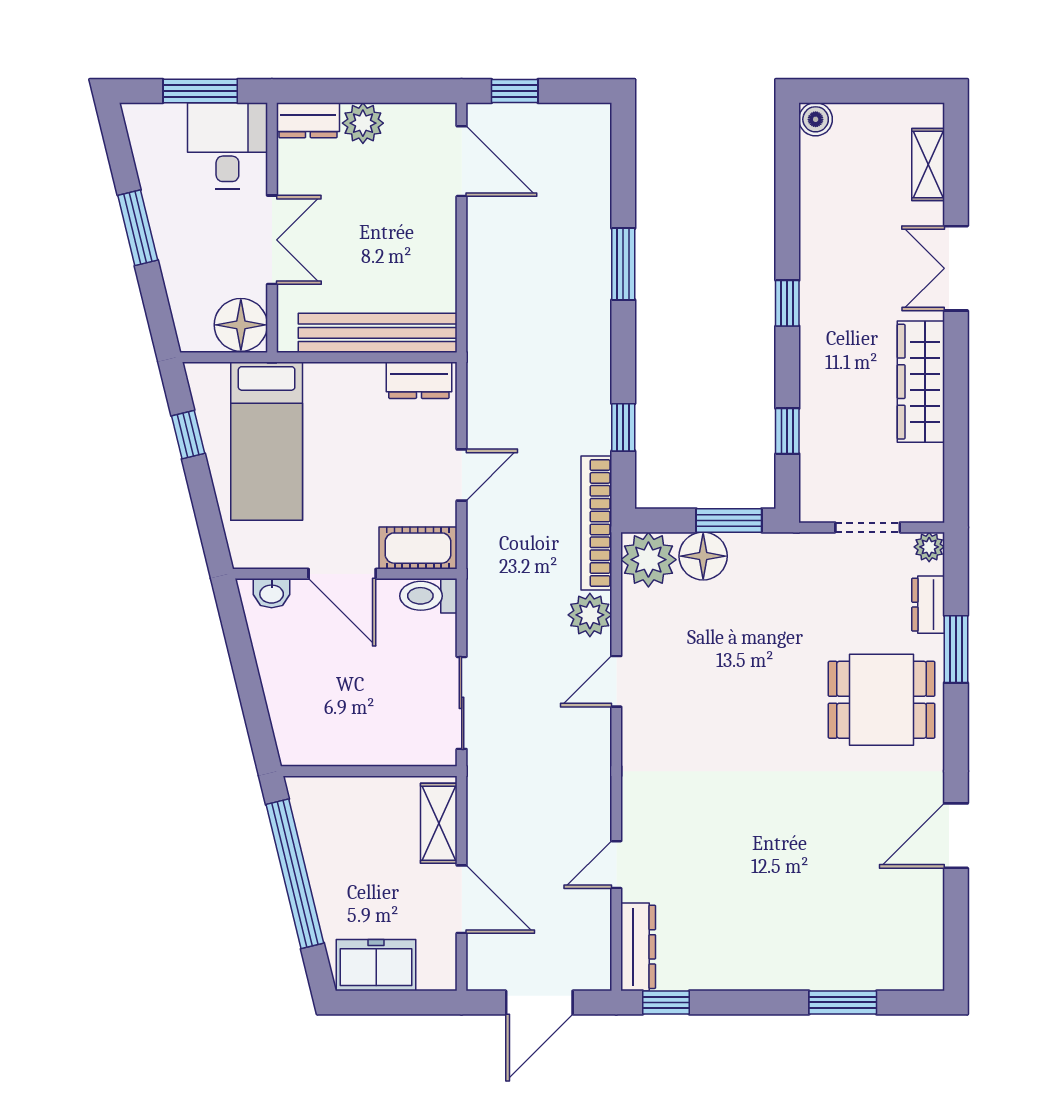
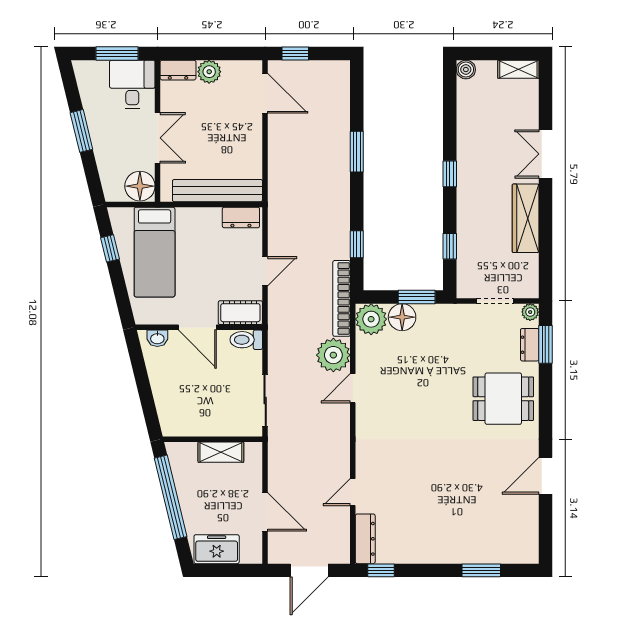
shelving: (928, 164) -> (518, 69), moved, turned 90
plant: (590, 615) -> (333, 355), width x1.36, depth x1.36
window: (956, 649) -> (545, 344), moved
shelving: (439, 823) -> (221, 452), moved, turned 90

